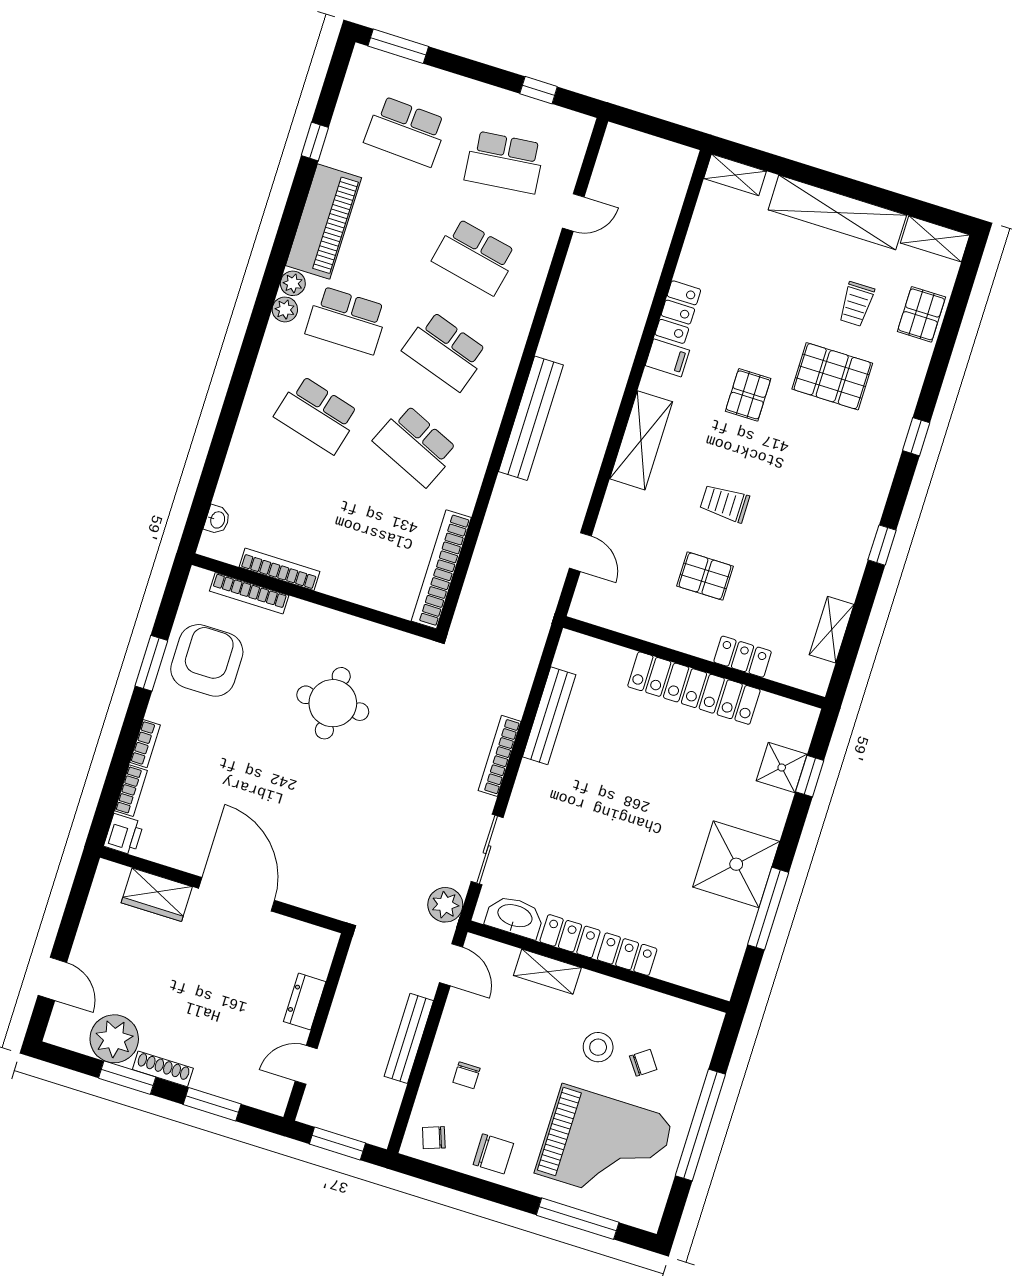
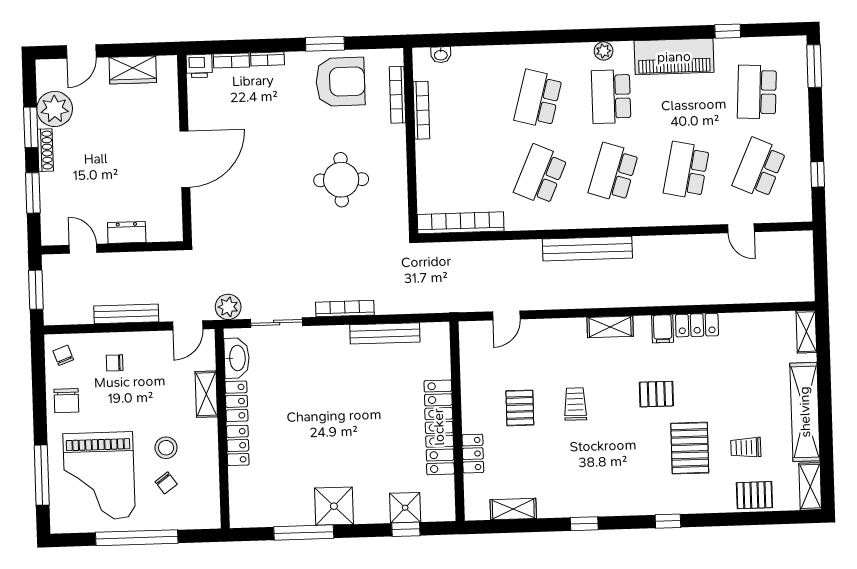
school desk: (504, 162) -> (759, 168), turned 30
plant: (293, 283) -> (624, 50), removed
shelving: (641, 440) -> (610, 327), width x0.67, depth x0.75
shower: (736, 864) -> (334, 506), width x0.73, depth x0.73
wardrobe: (157, 895) -> (133, 70), moved, turned -90

